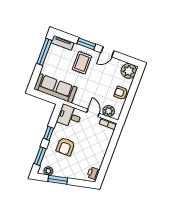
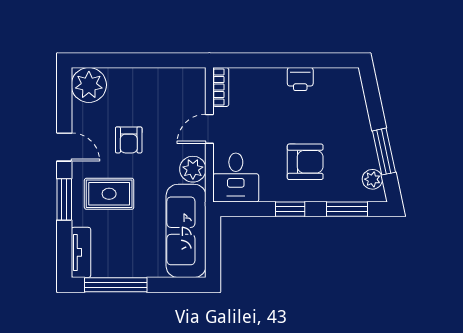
armchair: (121, 93) -> (129, 140), moved
plant: (109, 111) -> (193, 169), moved
printer: (93, 173) -> (300, 79), moved

